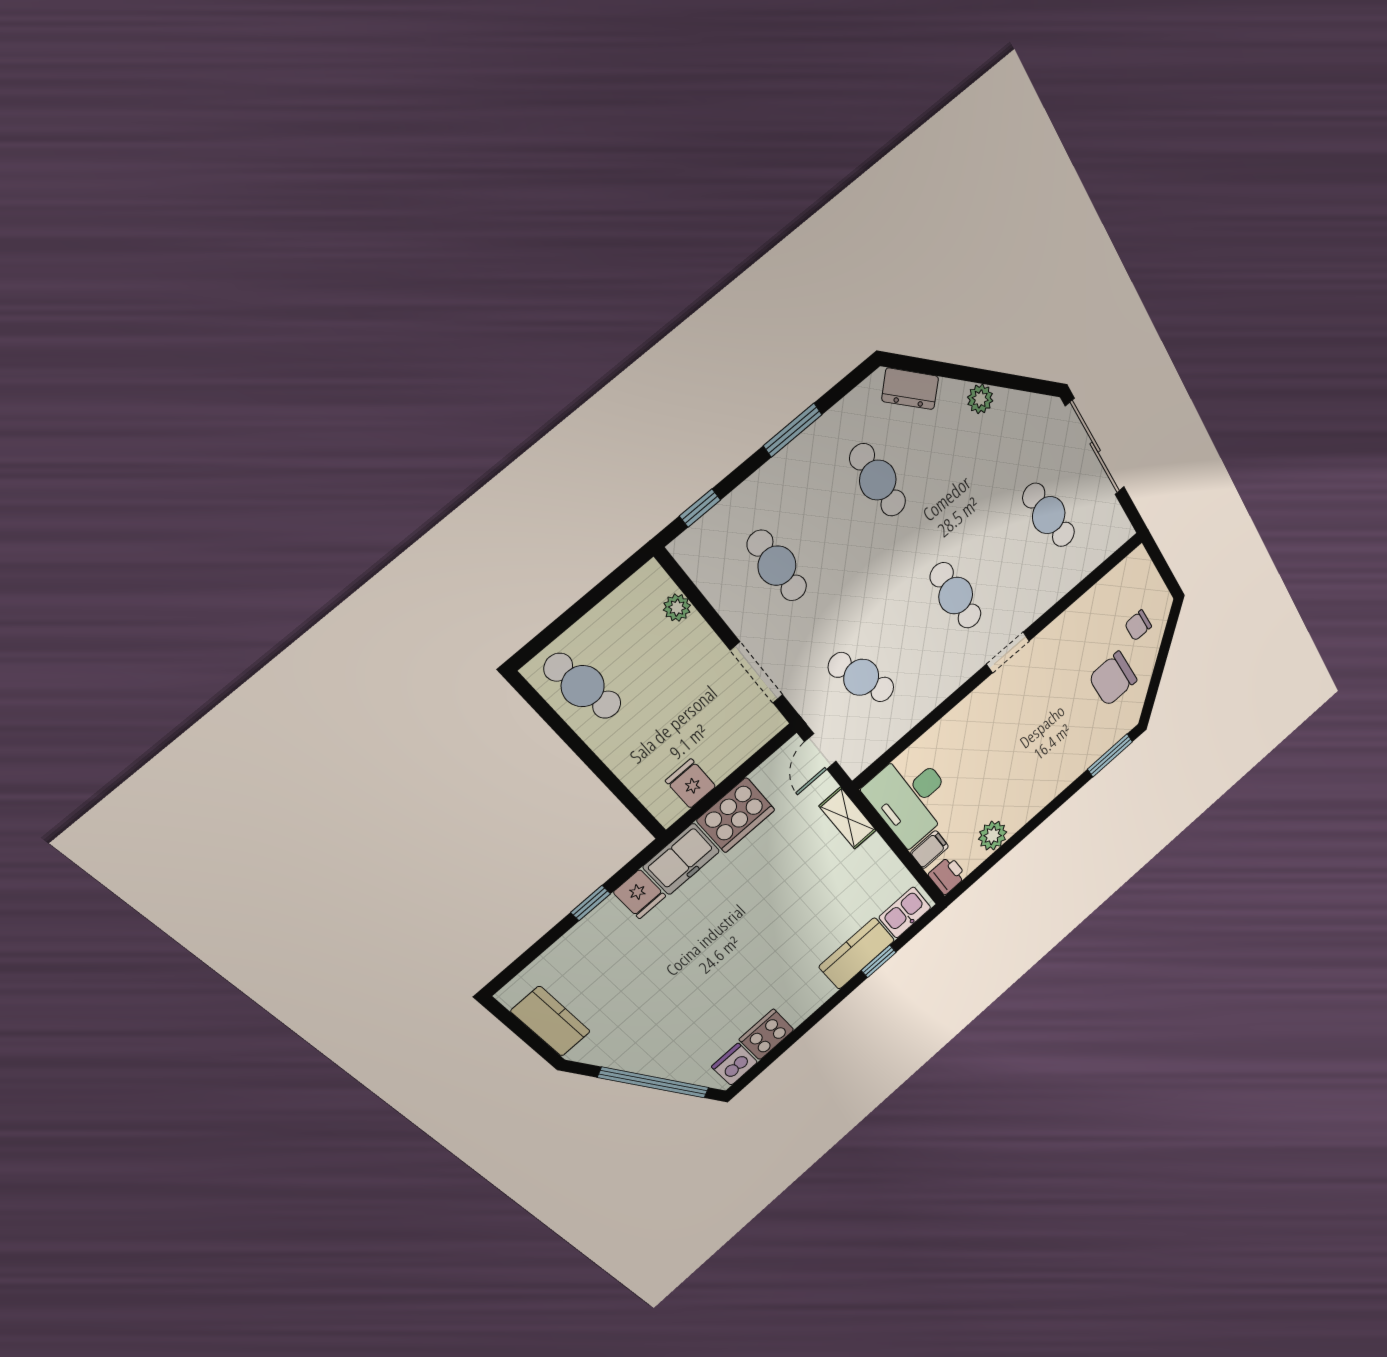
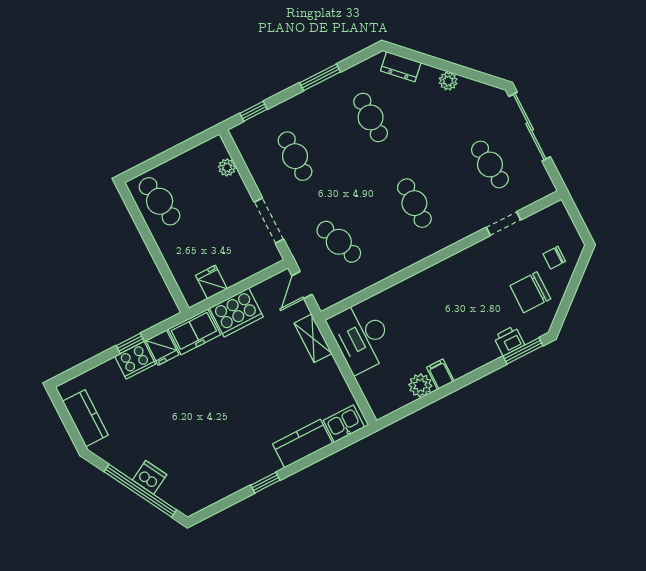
doorway: (1008, 652) -> (503, 224), moved
filing cabinet: (929, 850) -> (440, 374), moved, turned -90
printer: (947, 875) -> (509, 341), moved, turned -90
window: (879, 961) -> (265, 483), moved
cooker: (767, 1035) -> (135, 360), moved, turned 180
dishwasher: (735, 1064) -> (150, 477), moved, turned 61

